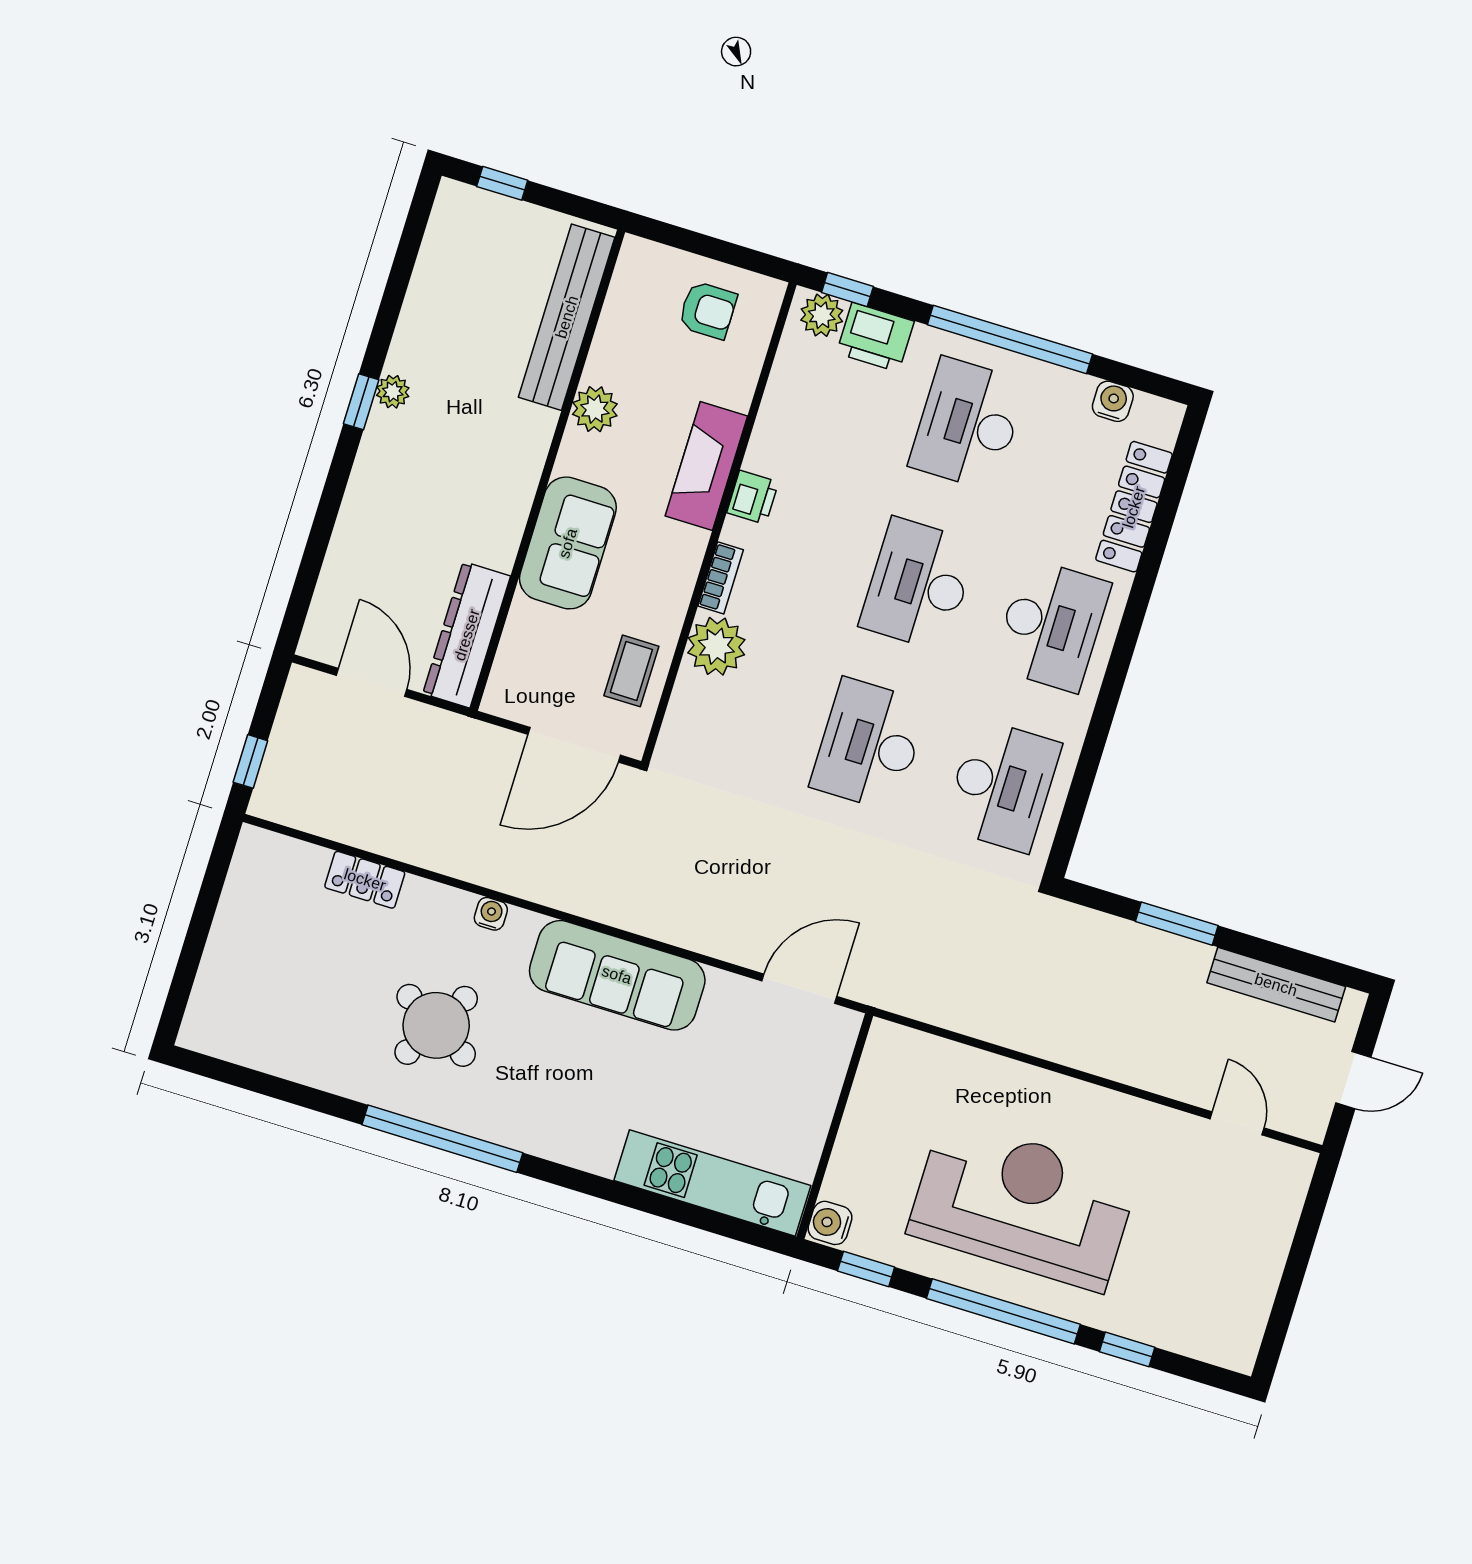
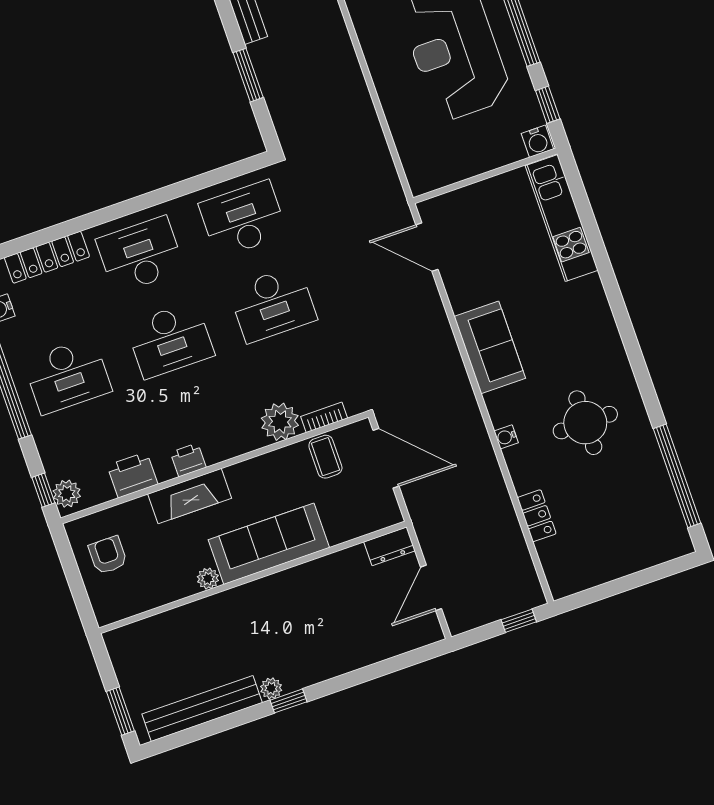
window: (502, 183) -> (120, 711), width x1.50
bench: (567, 317) -> (202, 708), moved
printer: (875, 337) -> (132, 475), moved, turned -90
plant: (595, 409) -> (208, 579), width x0.73, depth x0.73
sofa: (568, 543) -> (269, 544), width x1.36
bookcase: (721, 578) -> (324, 417), moved
dresser: (467, 635) -> (389, 546), width x0.51, depth x0.80
coffee table: (631, 671) -> (325, 457), turned 90
sofa: (617, 975) -> (490, 347), width x0.73
round table: (436, 1025) -> (585, 423), turned -30
window: (442, 1139) -> (677, 476), moved

